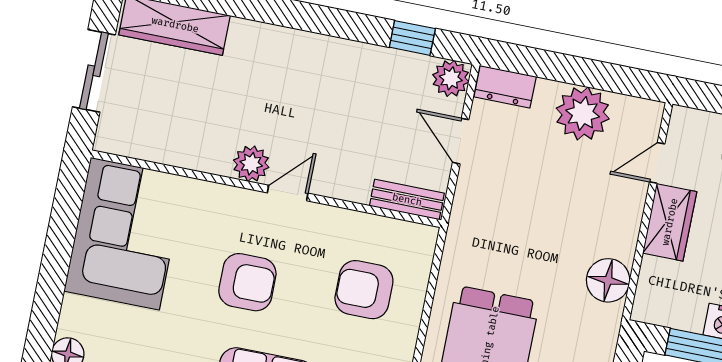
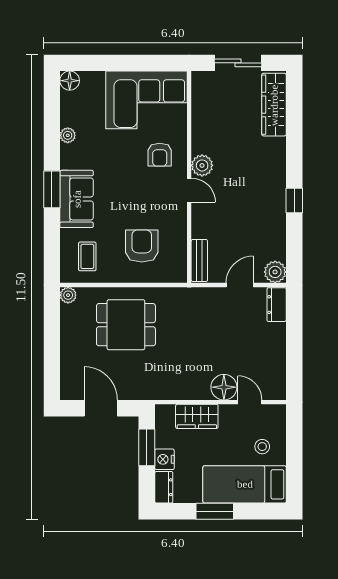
window: (412, 38) -> (294, 201), moved
plant: (583, 113) -> (270, 353), removed
wardrobe: (670, 222) -> (197, 416), moved
floor lamp: (608, 280) -> (224, 387), moved
armchair: (247, 282) -> (160, 155), moved, width x0.72, depth x0.72

